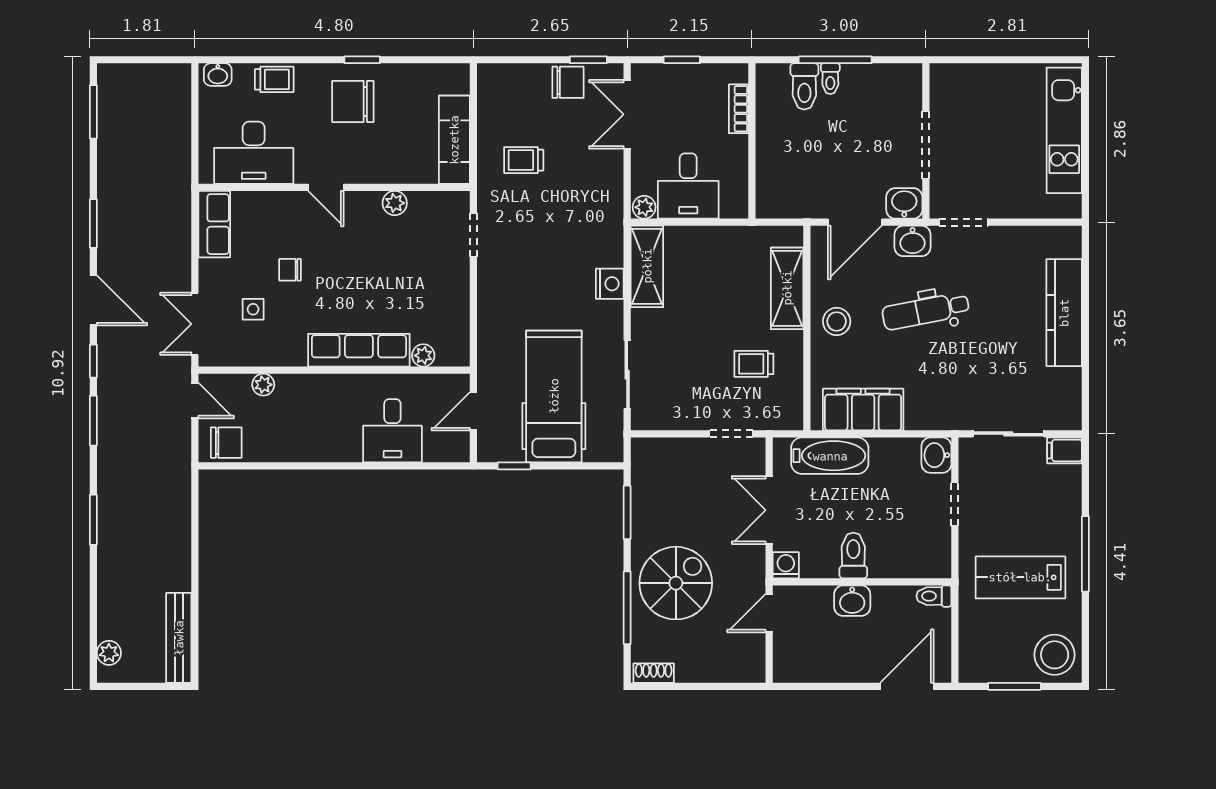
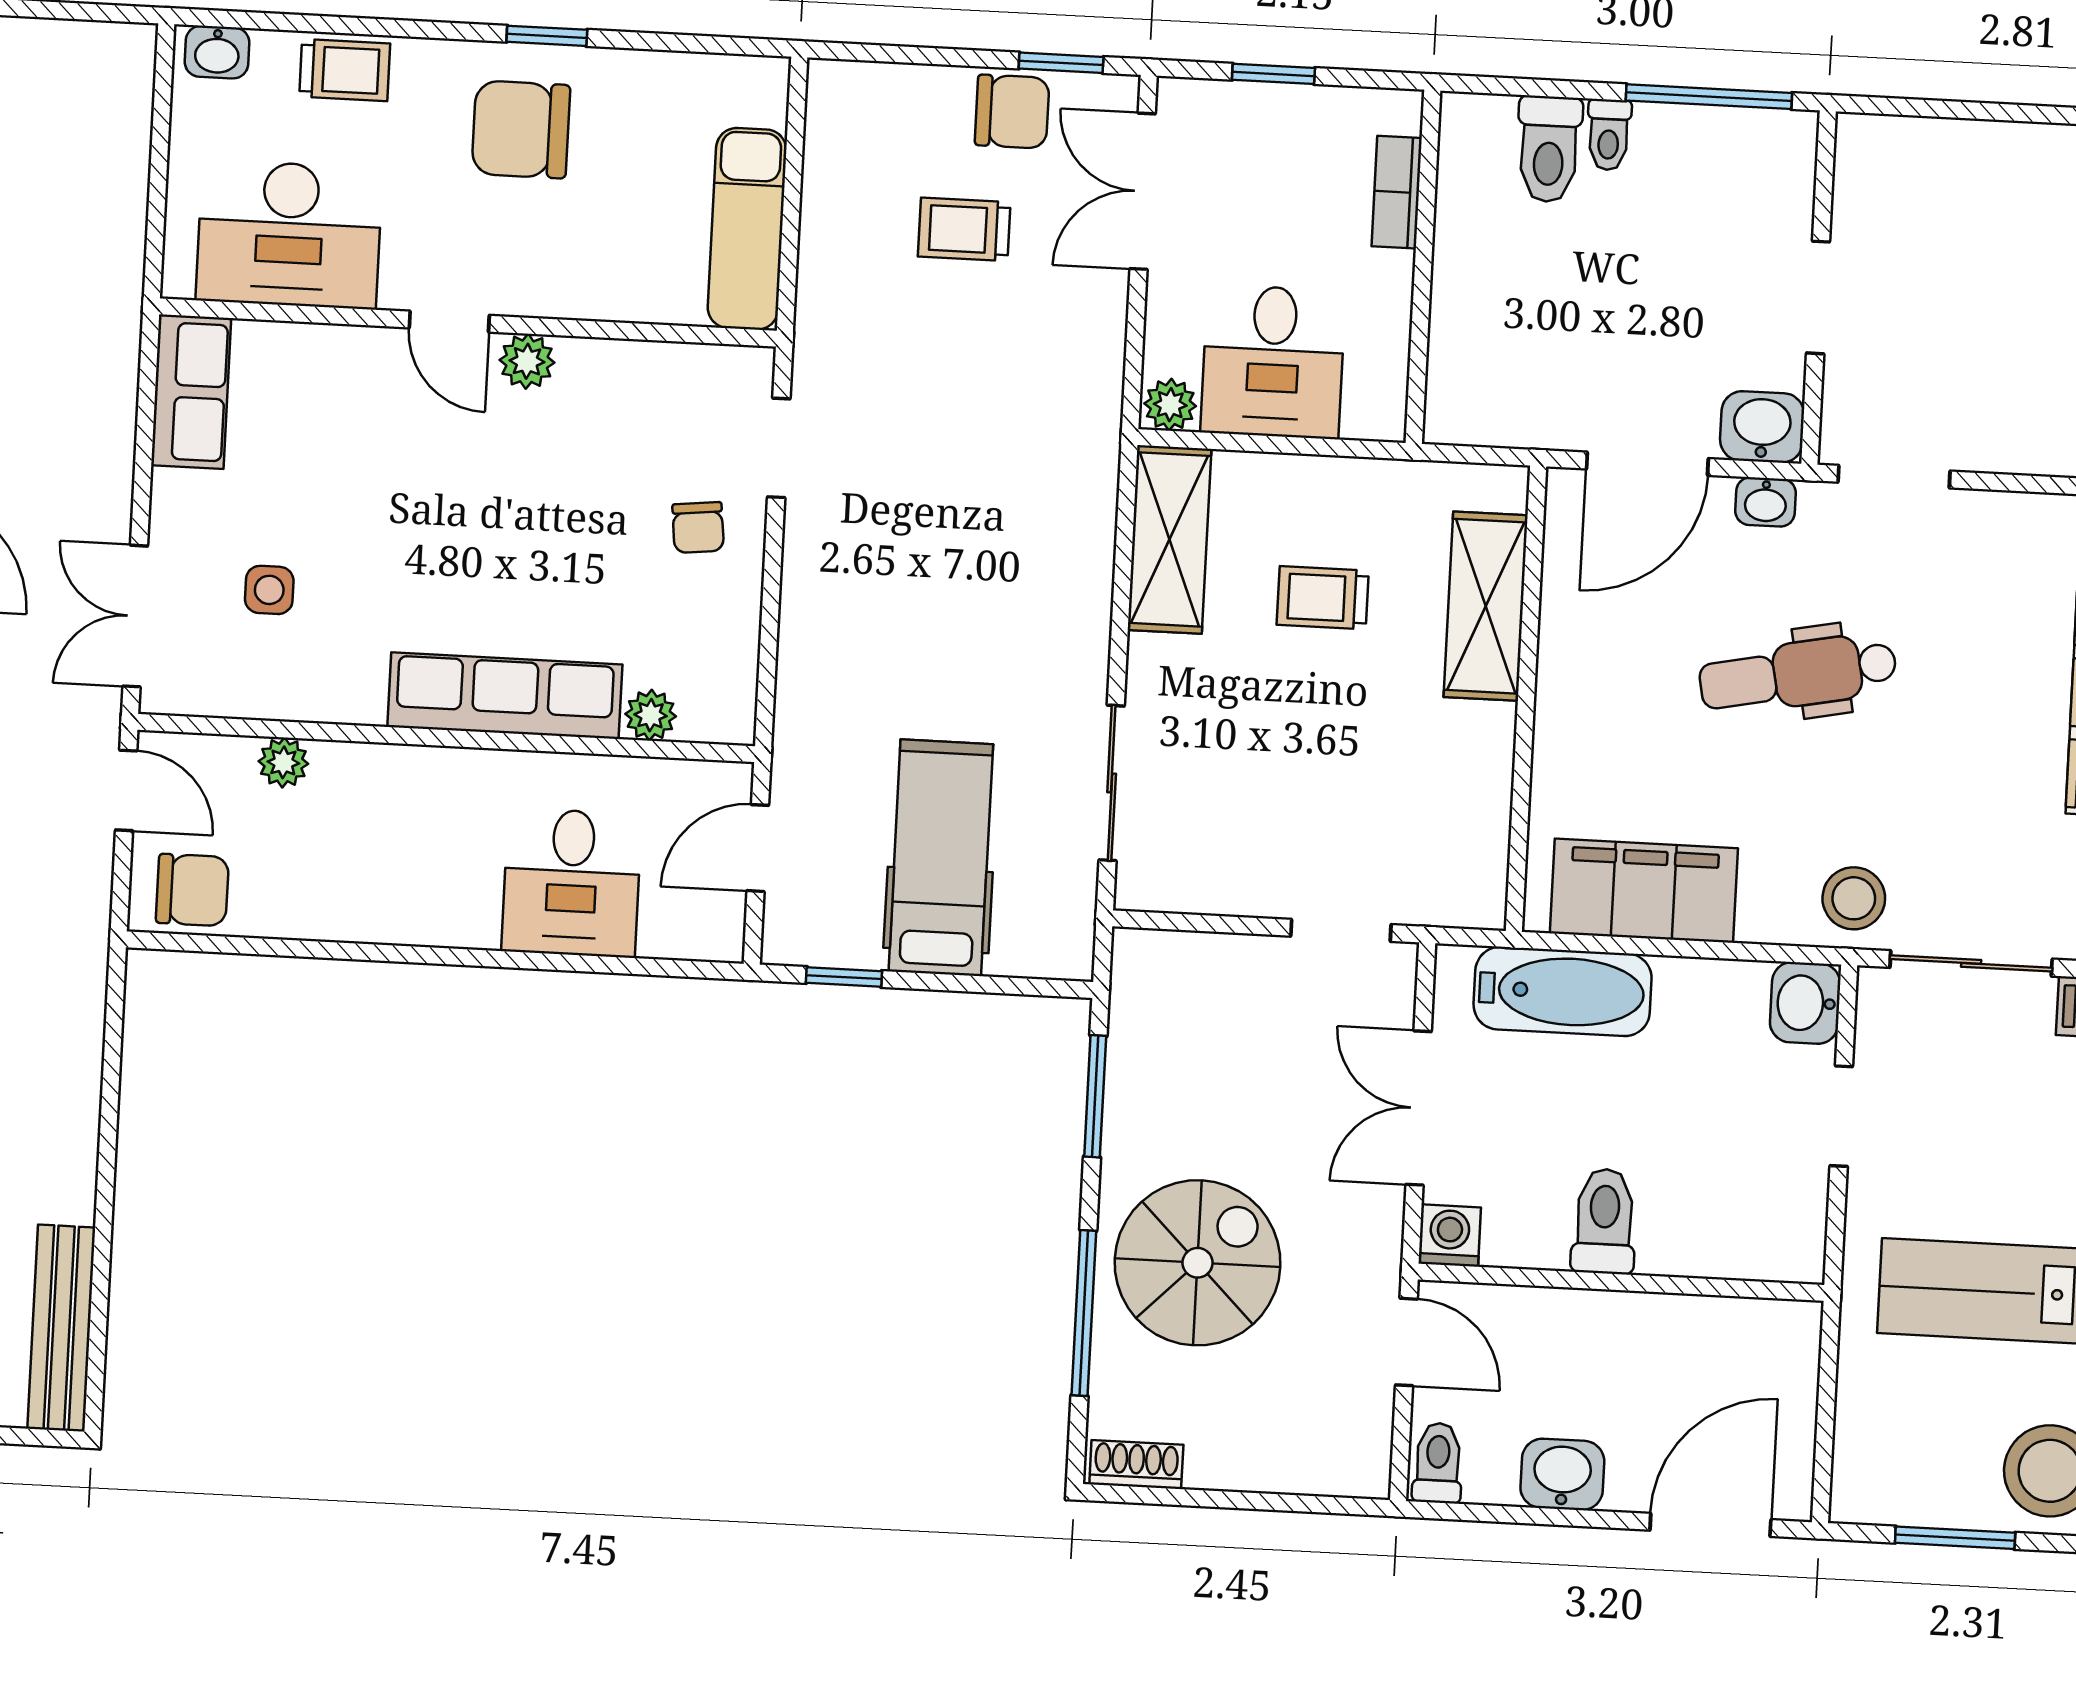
window: (835, 60) -> (1709, 97), moved
doorway: (926, 145) -> (1818, 297), width x0.73
trolley: (524, 160) -> (964, 229), moved
plant: (395, 203) -> (527, 361), moved
washbasin: (912, 241) -> (1765, 502), width x0.72, depth x0.69
chair: (290, 270) -> (698, 527), moved, turned -96
nightstand: (610, 284) -> (1083, 574), removed
stool: (837, 321) -> (1854, 898), moved
trolley: (754, 364) -> (1323, 598), moved
hospital bed: (554, 396) -> (941, 858), width x0.73, depth x0.78
toilet: (934, 596) -> (1438, 1463), moved, turned 90
washbasin: (852, 601) -> (1562, 1474), moved, turned 180
door: (769, 613) -> (1406, 1342), swing flipped

